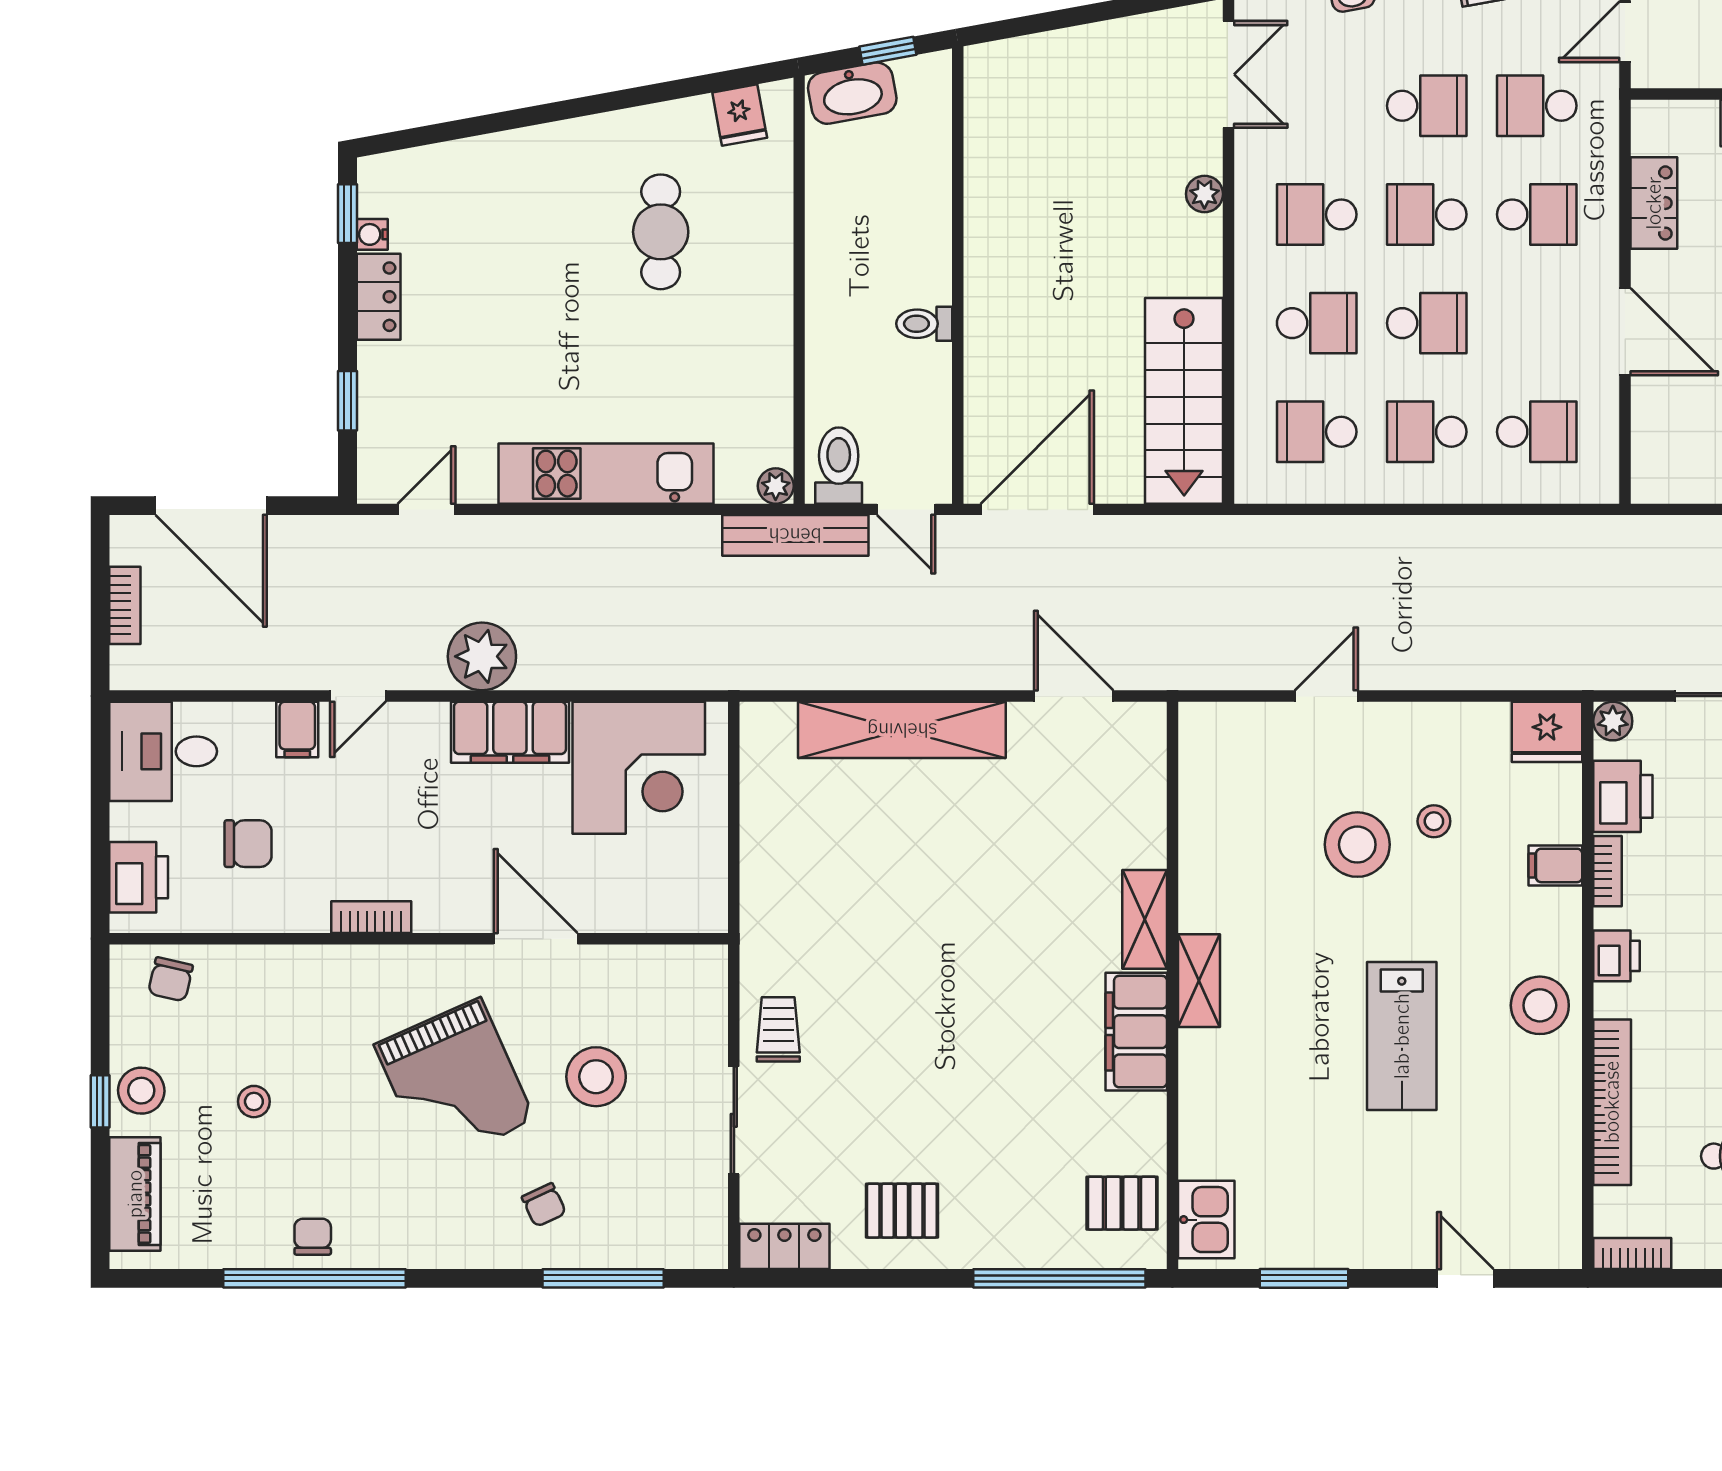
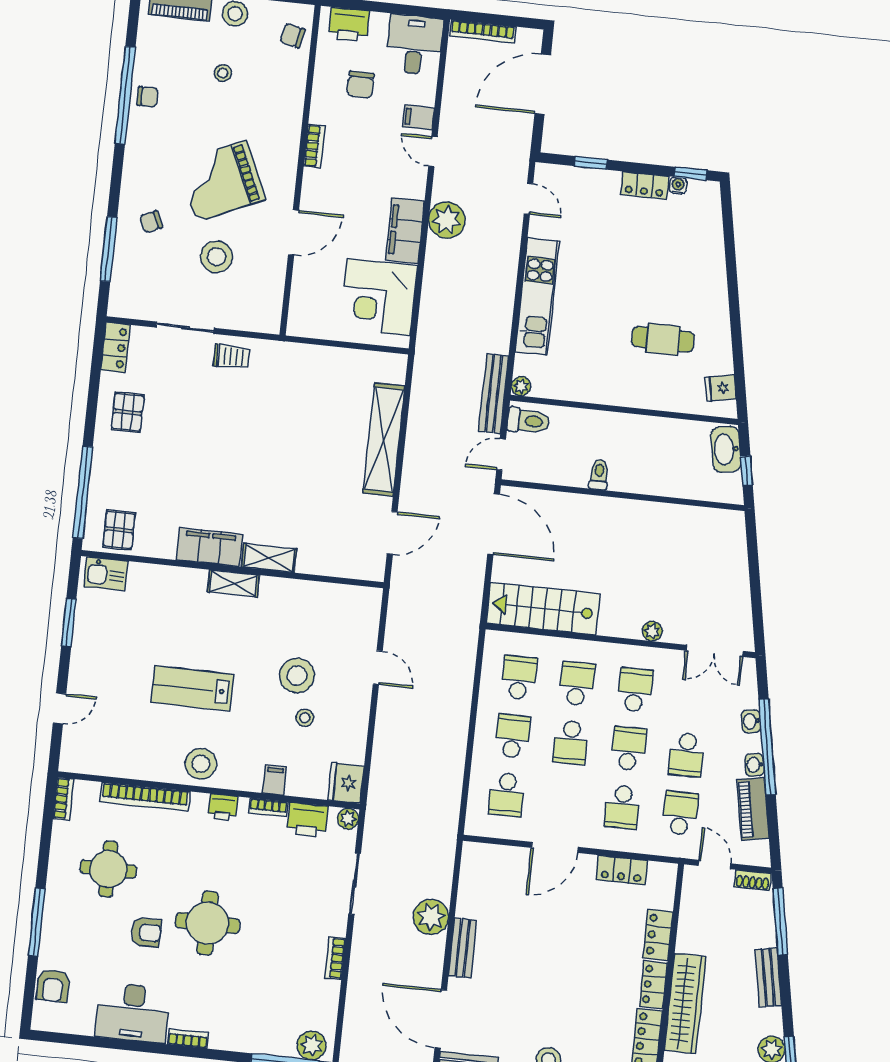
school desk: (1317, 323) -> (577, 684), turned 180
bookcase: (125, 605) -> (483, 31), width x1.56

